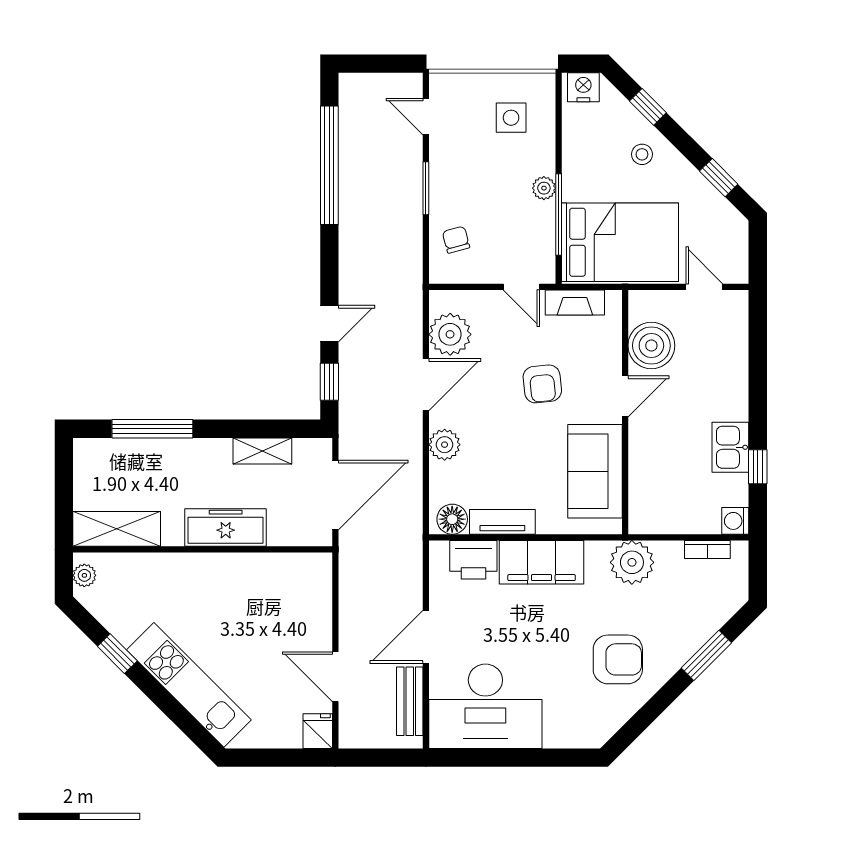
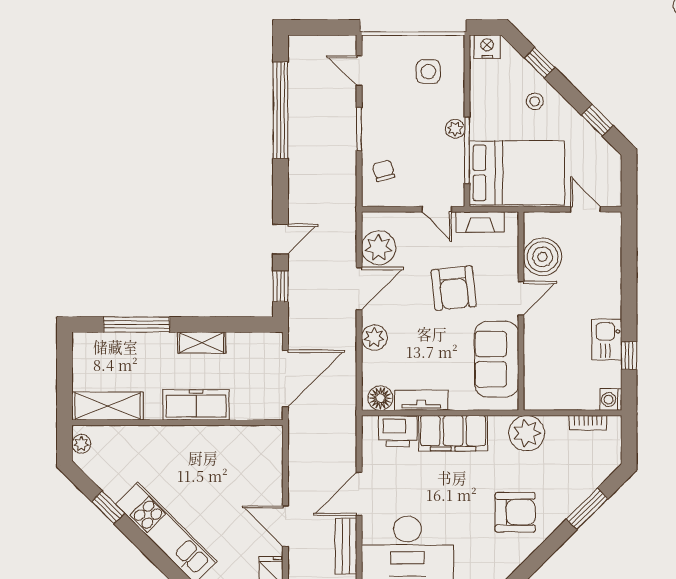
armchair: (542, 384) -> (454, 288), width x1.38, depth x1.38
shelving: (262, 451) -> (202, 343), moved

